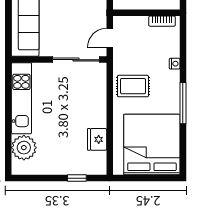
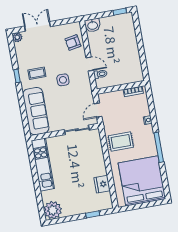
sliding door: (76, 60) -> (77, 130), width x0.73
plant: (24, 148) -> (53, 210), moved

